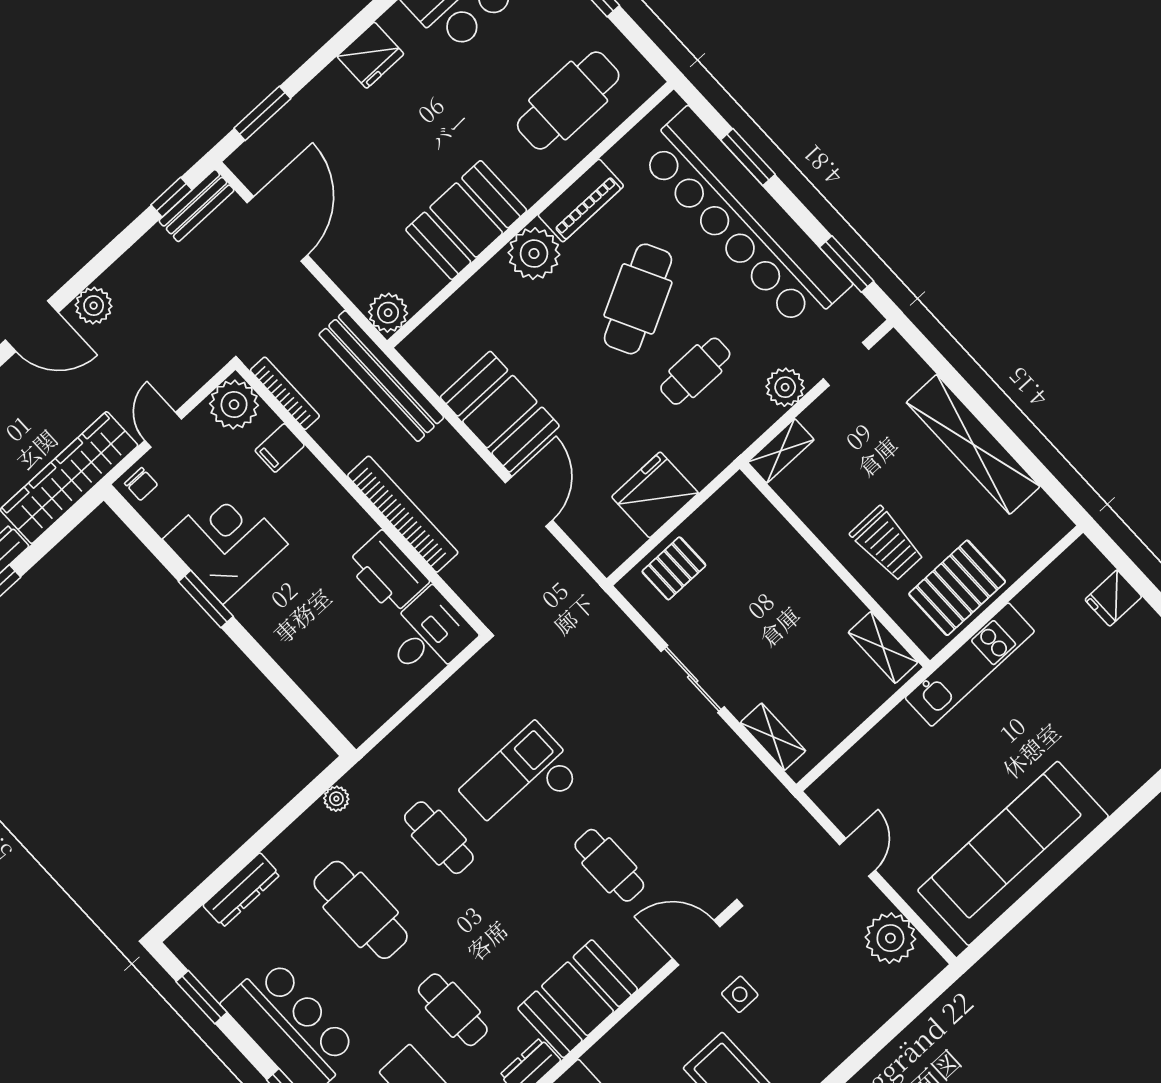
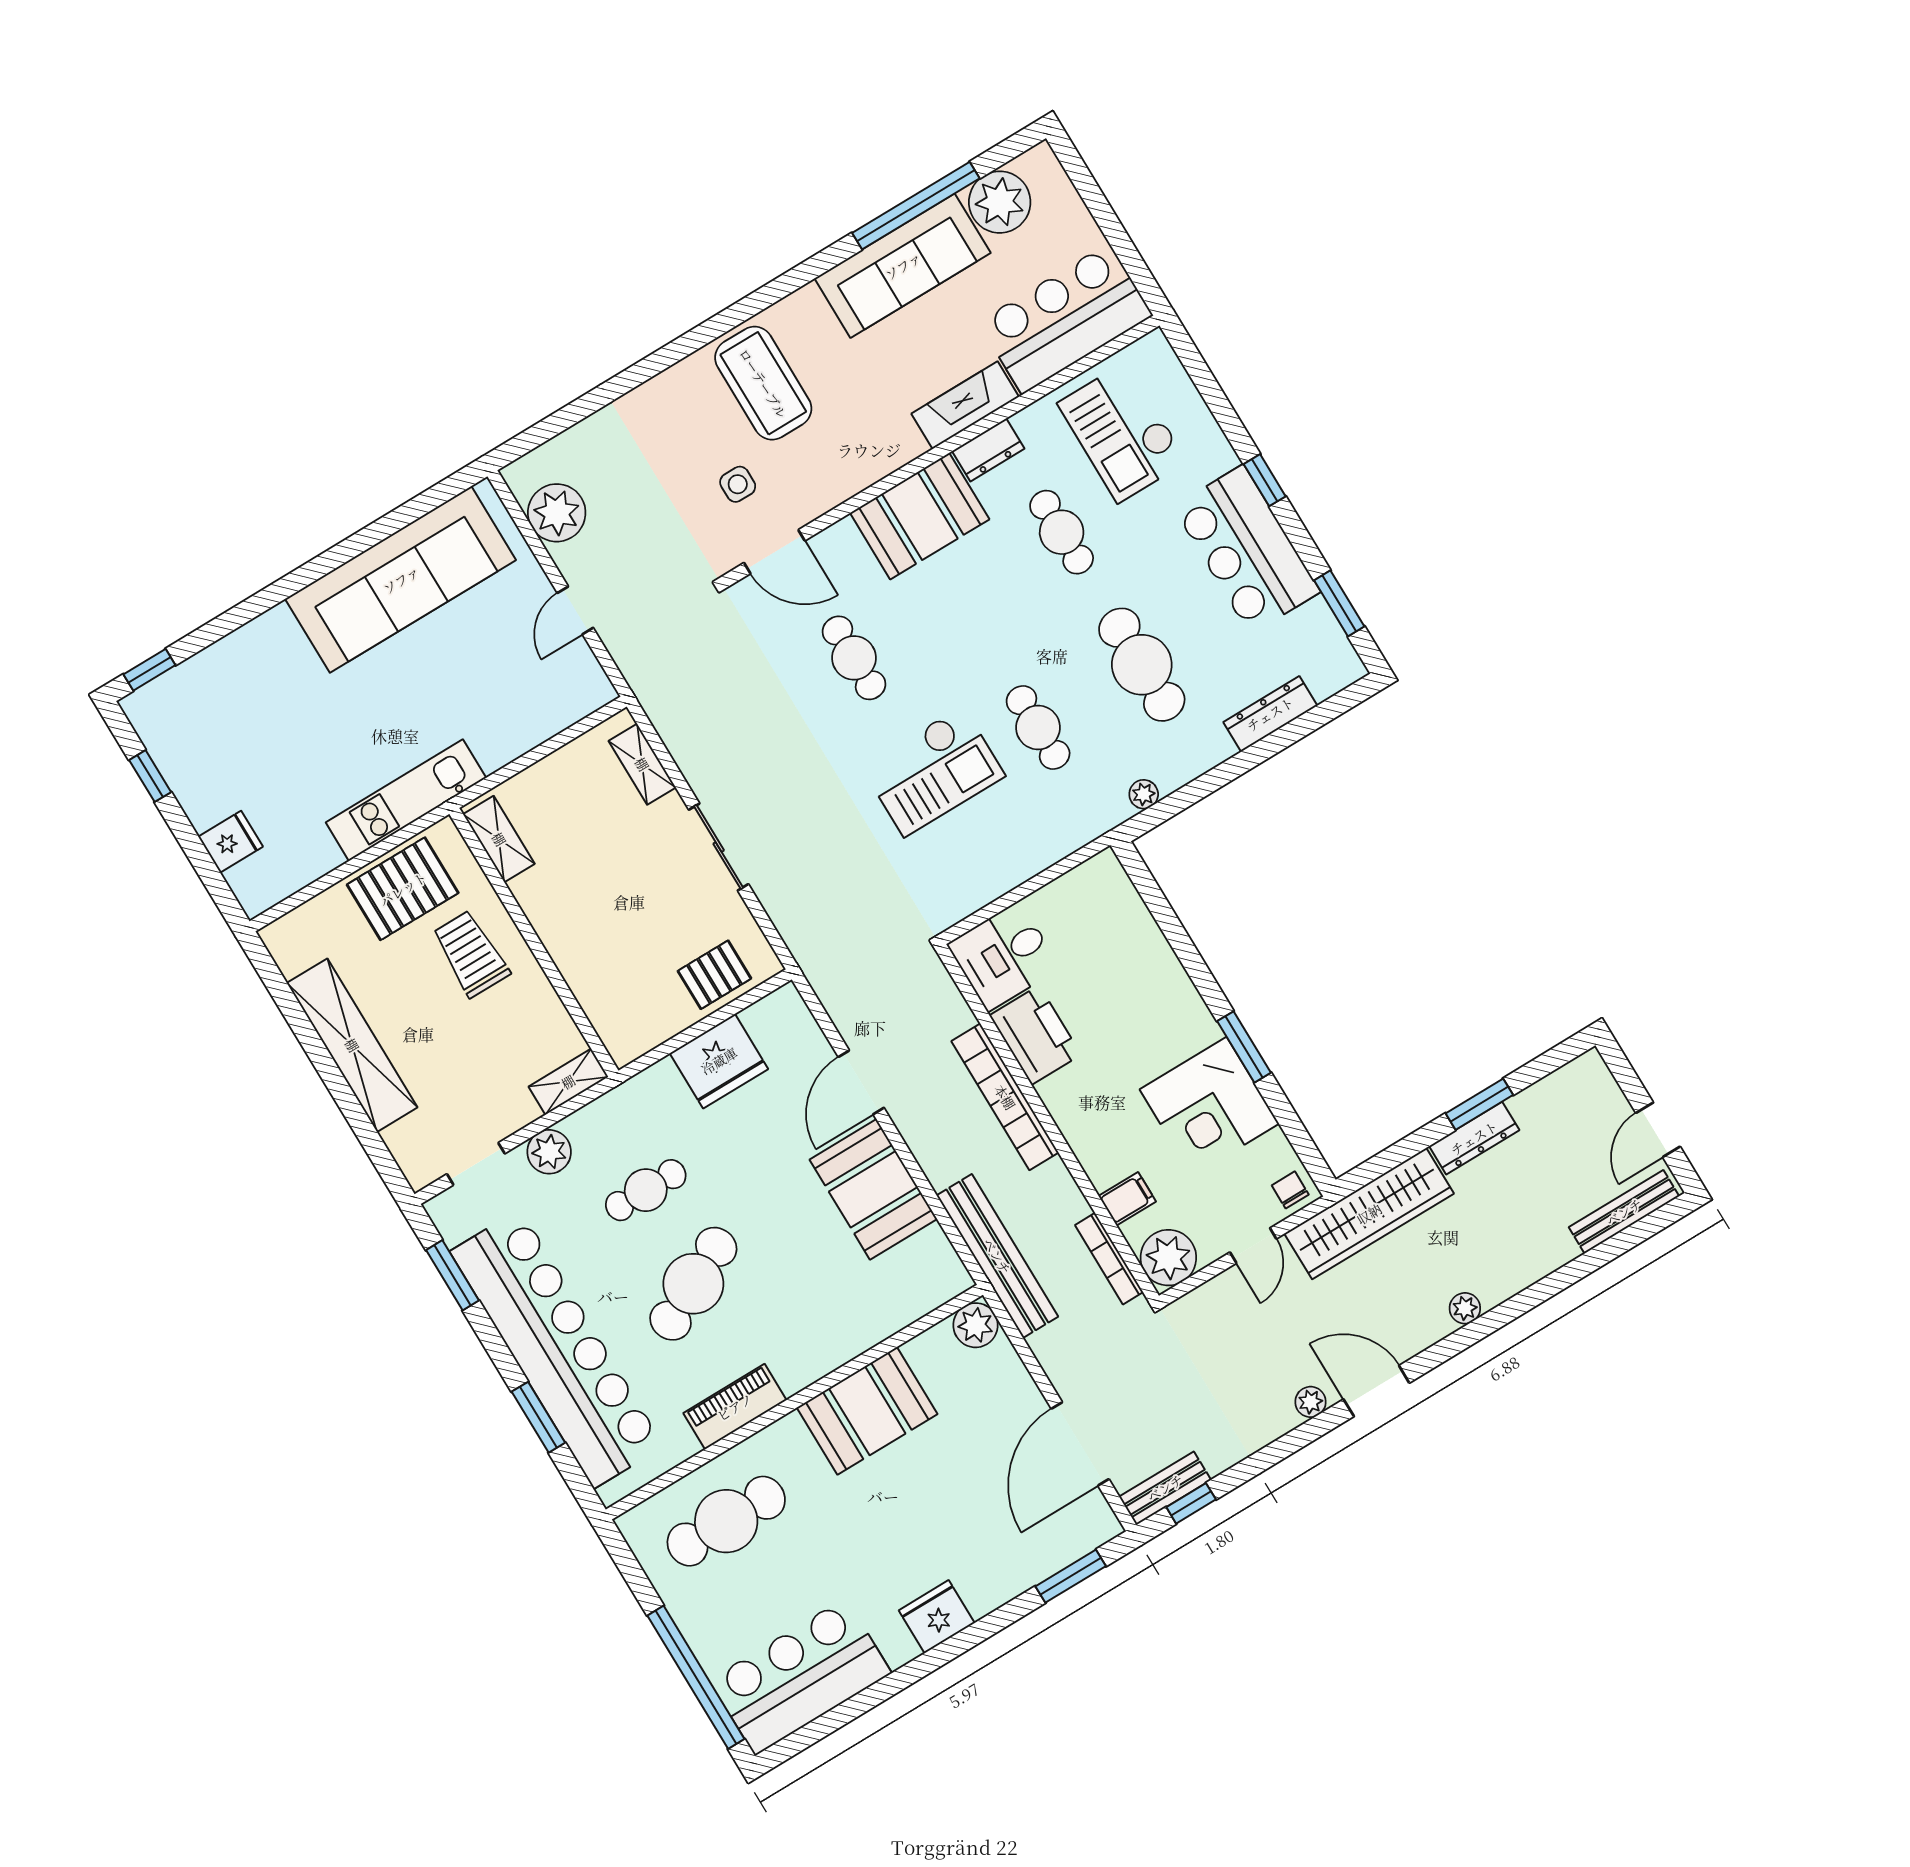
plant: (534, 254) -> (799, 1358), removed
plant: (94, 306) -> (1311, 1402), width x0.73, depth x0.73

